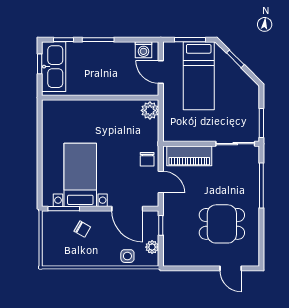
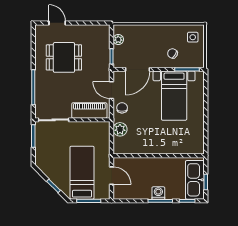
washing machine: (143, 50) -> (158, 193), moved
plant: (150, 110) -> (120, 129), moved
door: (127, 209) -> (138, 69), swing flipped
side table: (127, 256) -> (193, 37), moved

